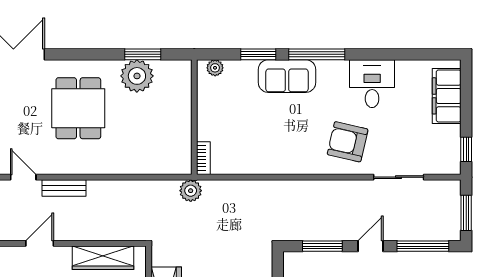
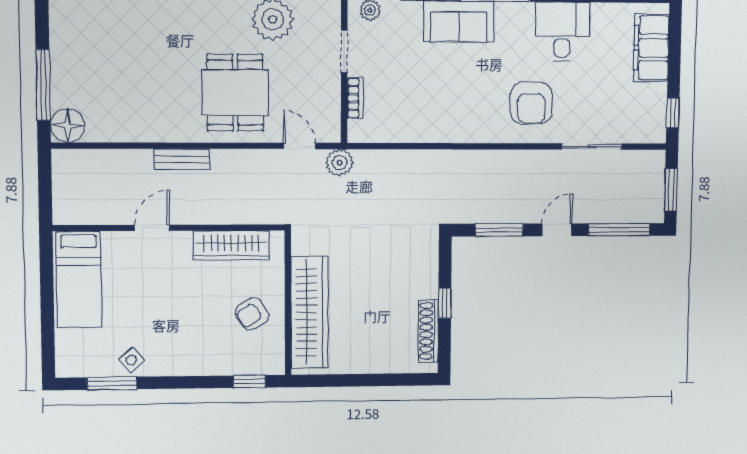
doorway: (194, 101) -> (344, 51), added
dining table: (78, 108) -> (235, 93), moved
armchair: (348, 142) -> (531, 103), turned -103
bookcase: (203, 158) -> (355, 98), moved
door: (23, 177) -> (300, 146), moved

